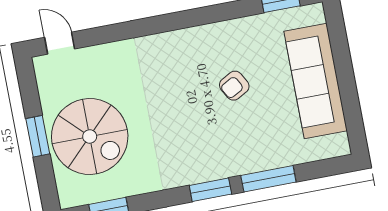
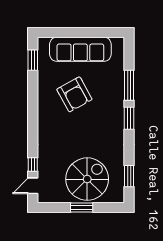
window: (97, 36) -> (33, 164), added
armchair: (234, 86) -> (74, 94), width x1.88, depth x1.88

